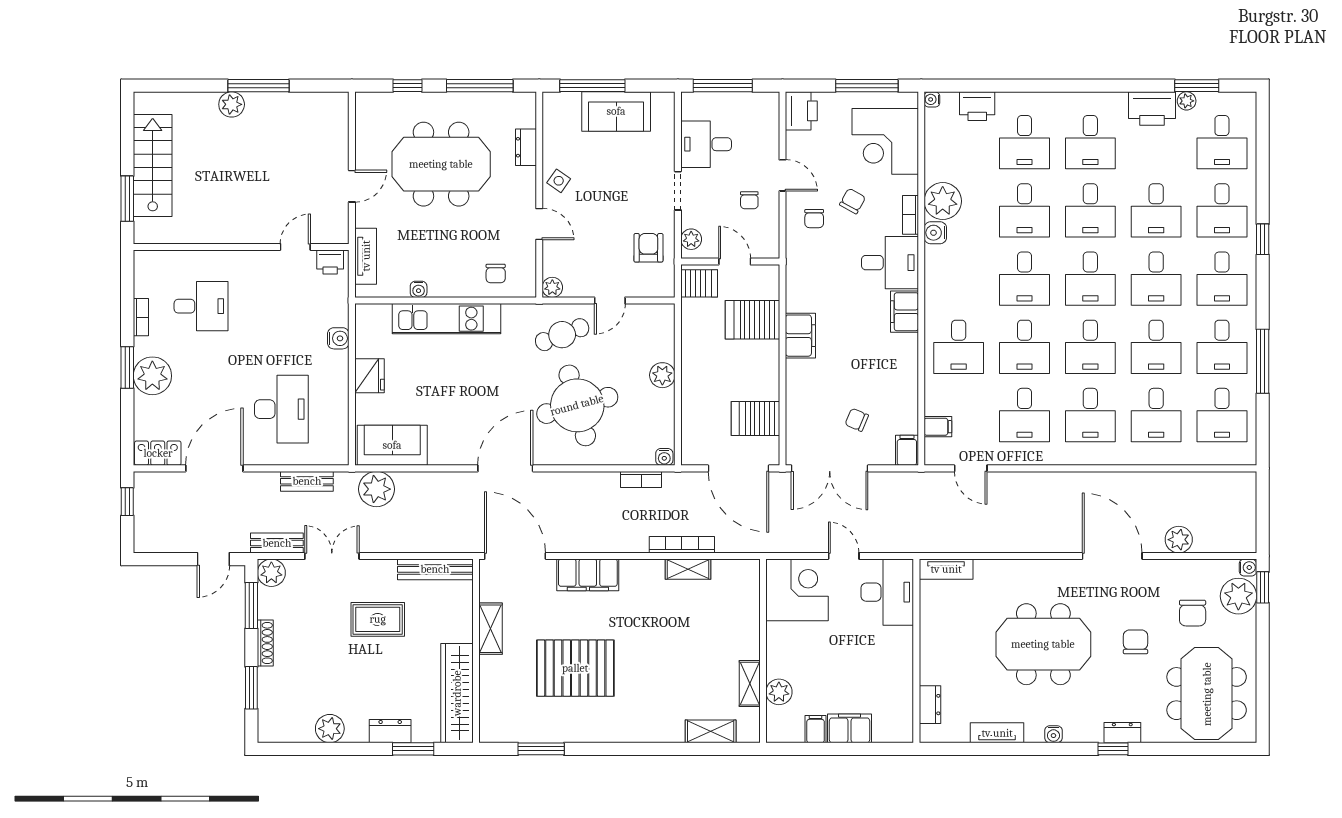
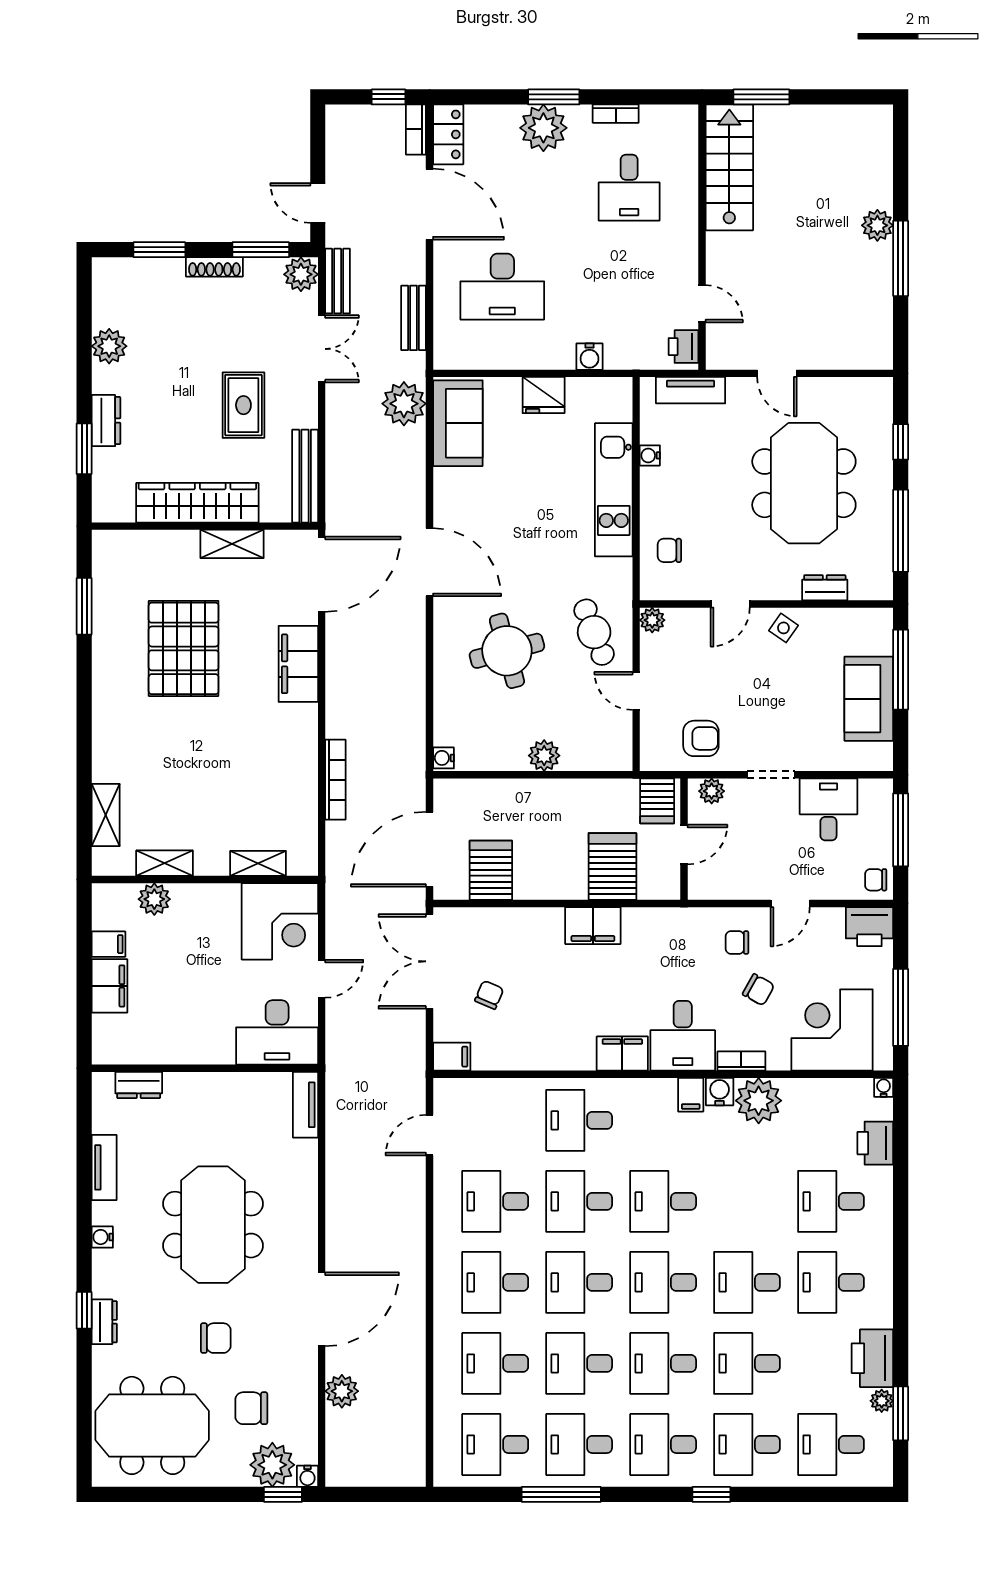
stairs: (153, 165) -> (729, 167), moved, turned -90
chair: (749, 200) -> (876, 880), moved
desk: (1025, 210) -> (747, 1201), removed
round table: (577, 405) -> (507, 651), width x0.73, depth x0.73
filing cabinet: (938, 427) -> (691, 1095), moved
bookcase: (641, 479) -> (416, 129), moved
shelving: (688, 569) -> (258, 863), moved, turned 90
wardrobe: (457, 693) -> (197, 503), moved

